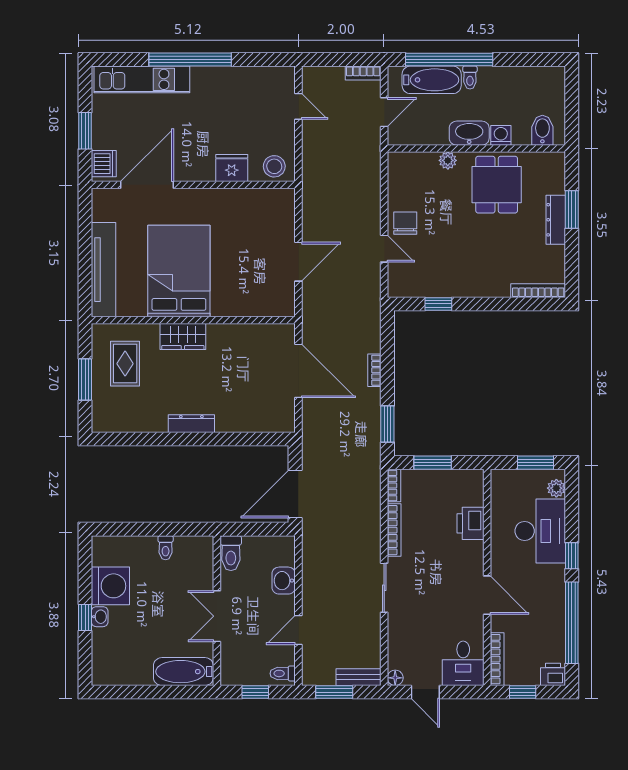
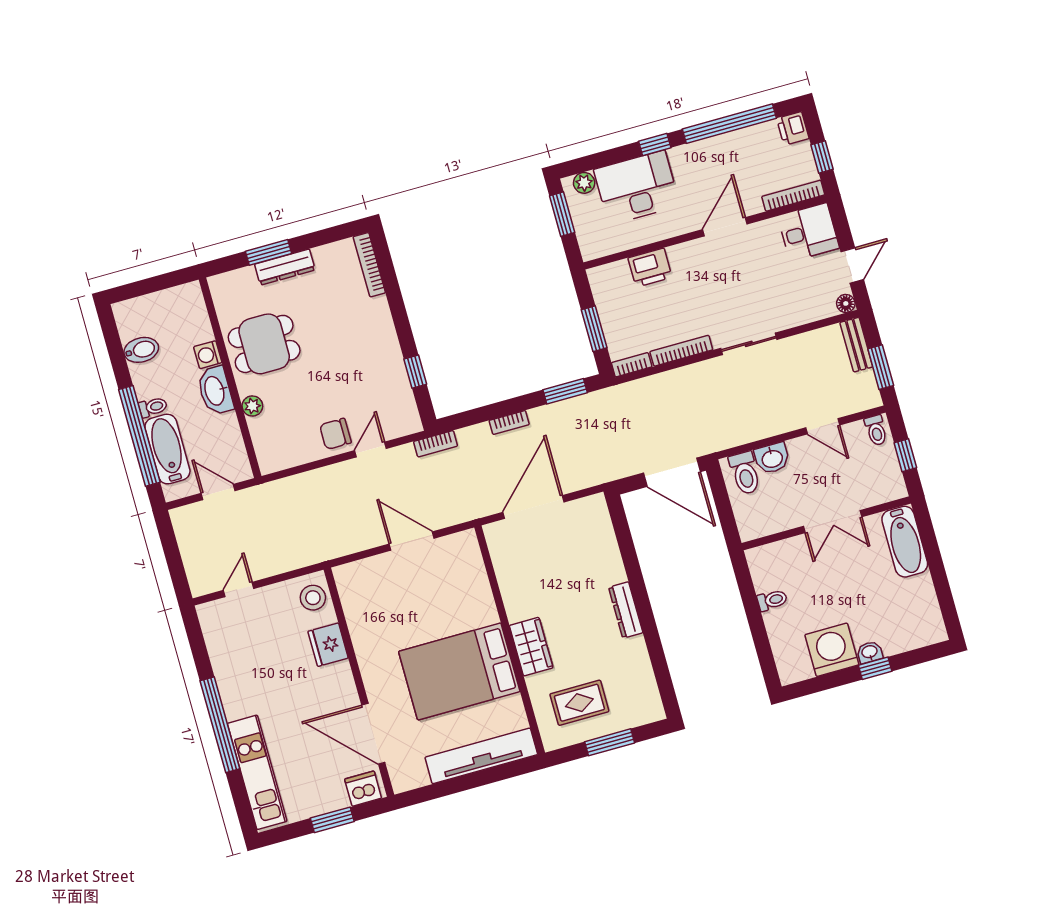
bookcase: (363, 73) -> (436, 444), moved, turned 90
bidet: (542, 130) -> (141, 350), moved, turned 180
toilet: (231, 553) -> (745, 473), moved, turned 90

